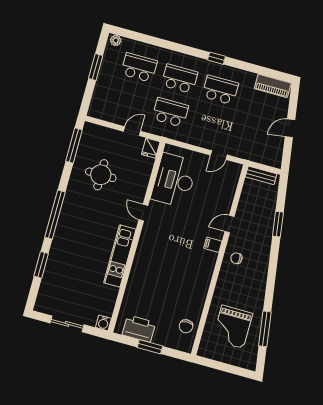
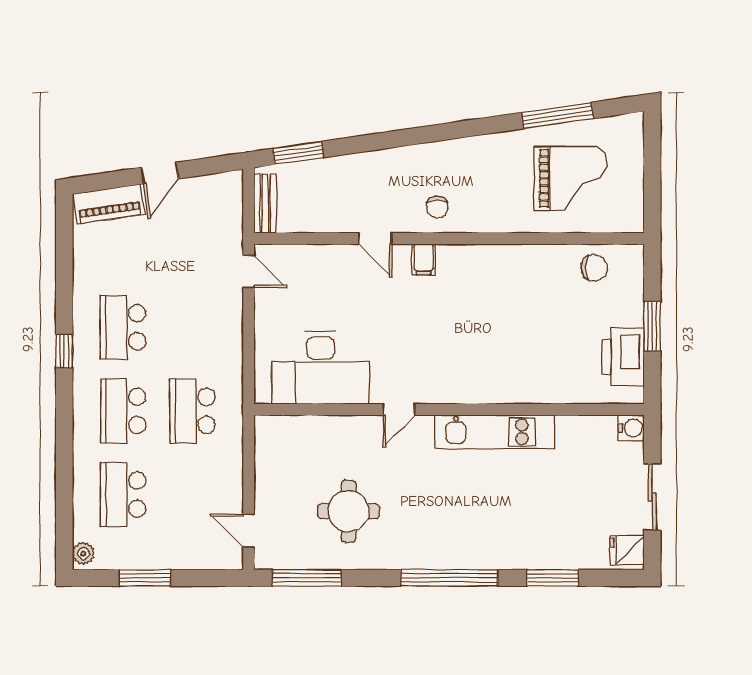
piano: (273, 86) -> (109, 204), moved, turned 82
door: (290, 128) -> (160, 173), hinge flipped
door: (132, 131) -> (249, 530), moved
fridge: (151, 148) -> (627, 550), moved, turned 180
door: (219, 155) -> (249, 272), moved
window: (278, 224) -> (298, 153), moved

